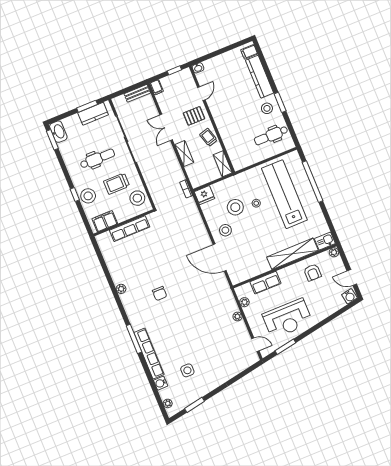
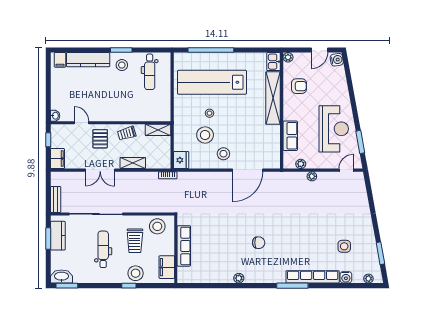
filing cabinet: (157, 87) -> (57, 159), width x2.00
bench: (137, 93) -> (56, 199), moved

